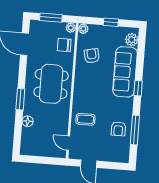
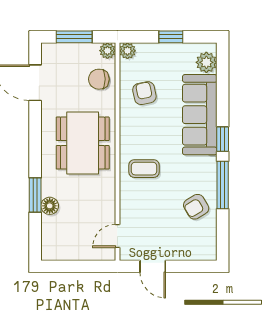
window: (20, 99) -> (35, 195), moved
coffee table: (85, 119) -> (144, 169), moved
armchair: (118, 129) -> (196, 207), turned 59
window: (135, 130) -> (223, 185), moved
door: (68, 143) -> (117, 236), hinge flipped

